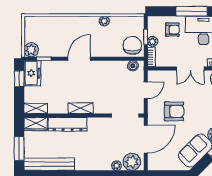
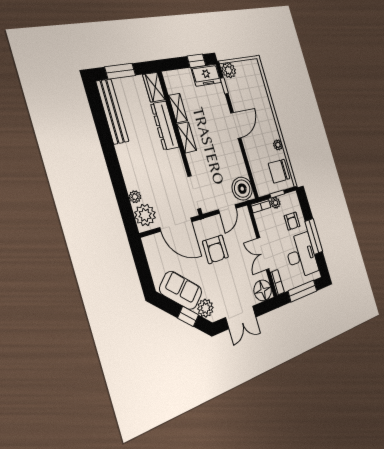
chair: (132, 45) -> (279, 171), moved, turned 180
door: (79, 59) -> (236, 125), hinge flipped
boiler: (133, 66) -> (242, 189), width x1.86, depth x1.86
door: (146, 90) -> (227, 209), hinge flipped
shelving: (36, 108) -> (178, 108), moved

